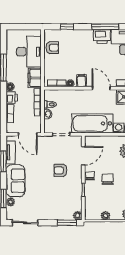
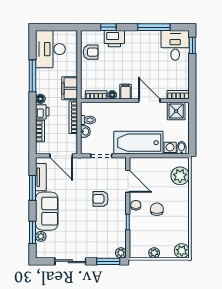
printer: (102, 36) -> (114, 39), moved
desk: (29, 52) -> (50, 49), moved, turned 180
door: (83, 156) -> (128, 181), hinge flipped
sliding door: (25, 223) -> (70, 261), moved

